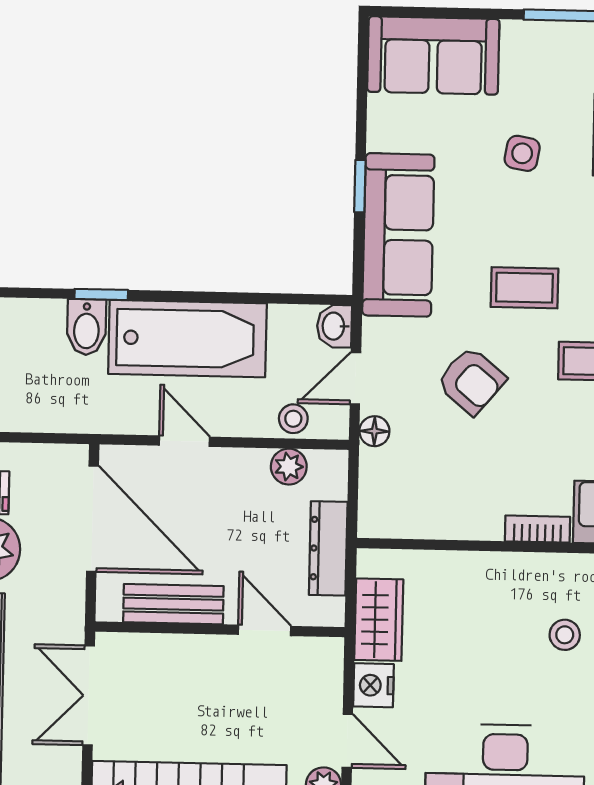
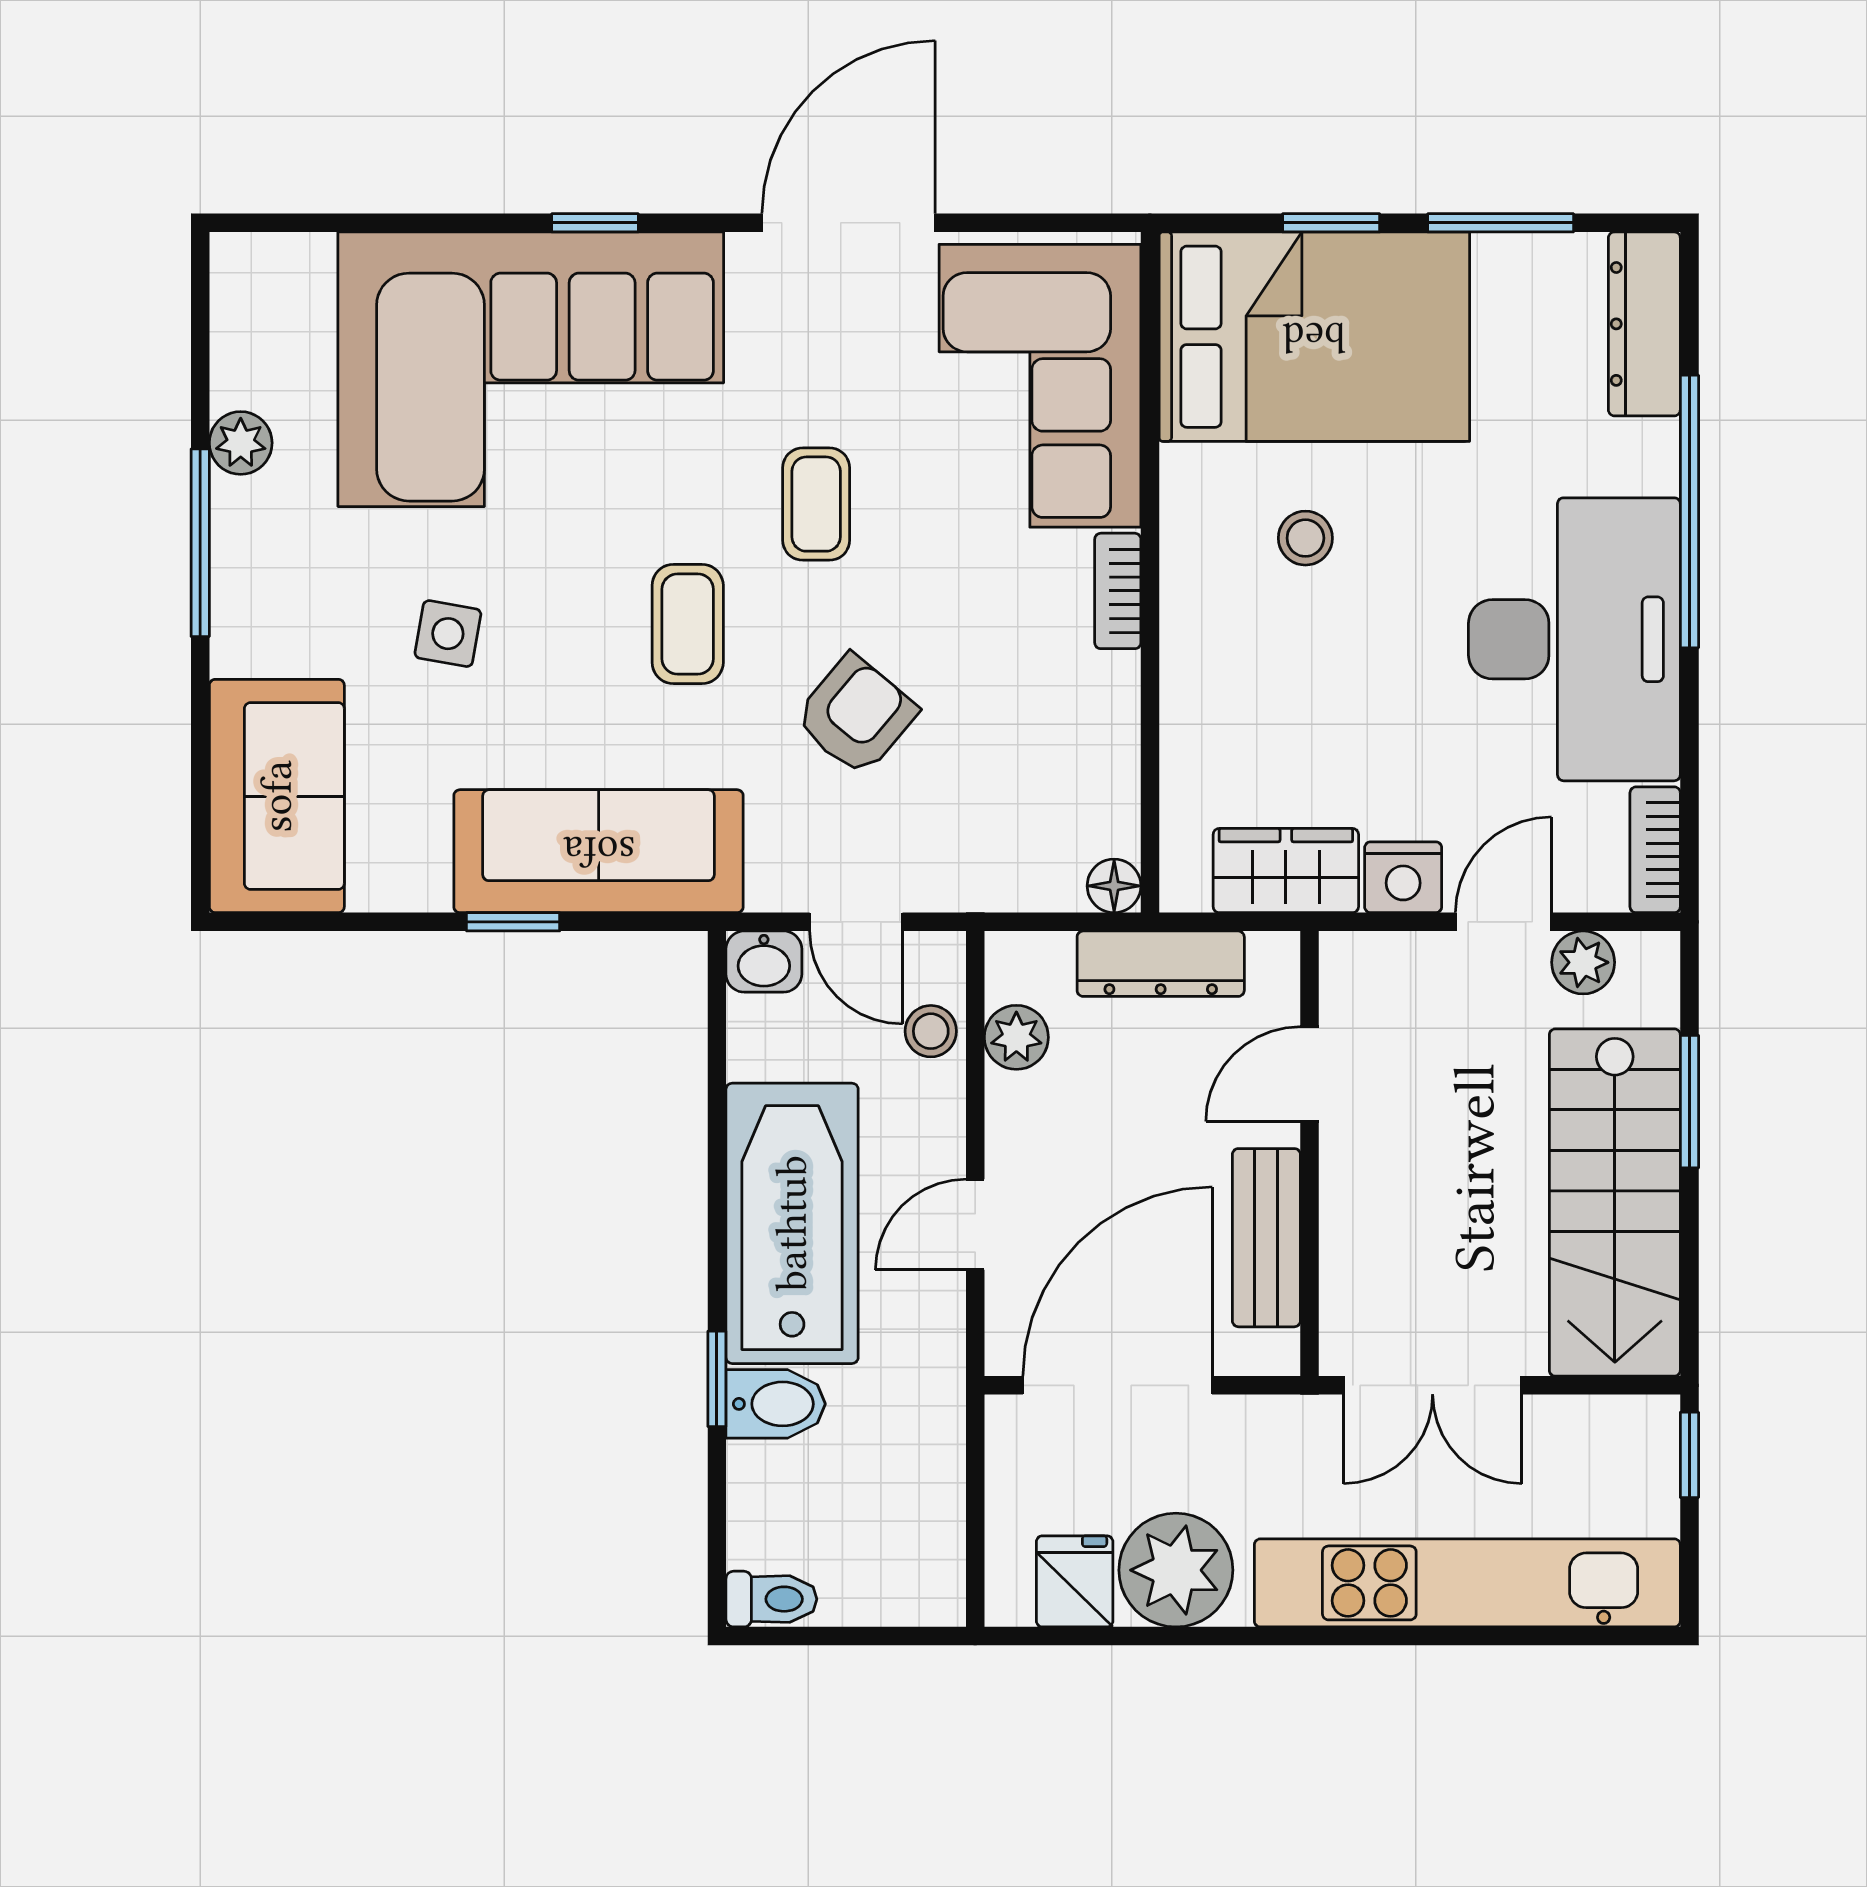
floor lamp: (374, 431) -> (1114, 886), moved

